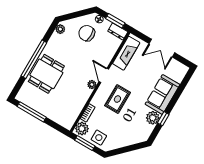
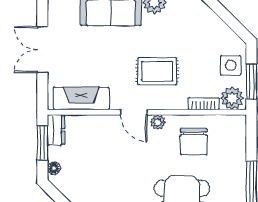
chair: (87, 33) -> (194, 141), moved
double door: (162, 48) -> (42, 50), swing flipped
door: (104, 75) -> (134, 112), hinge flipped

